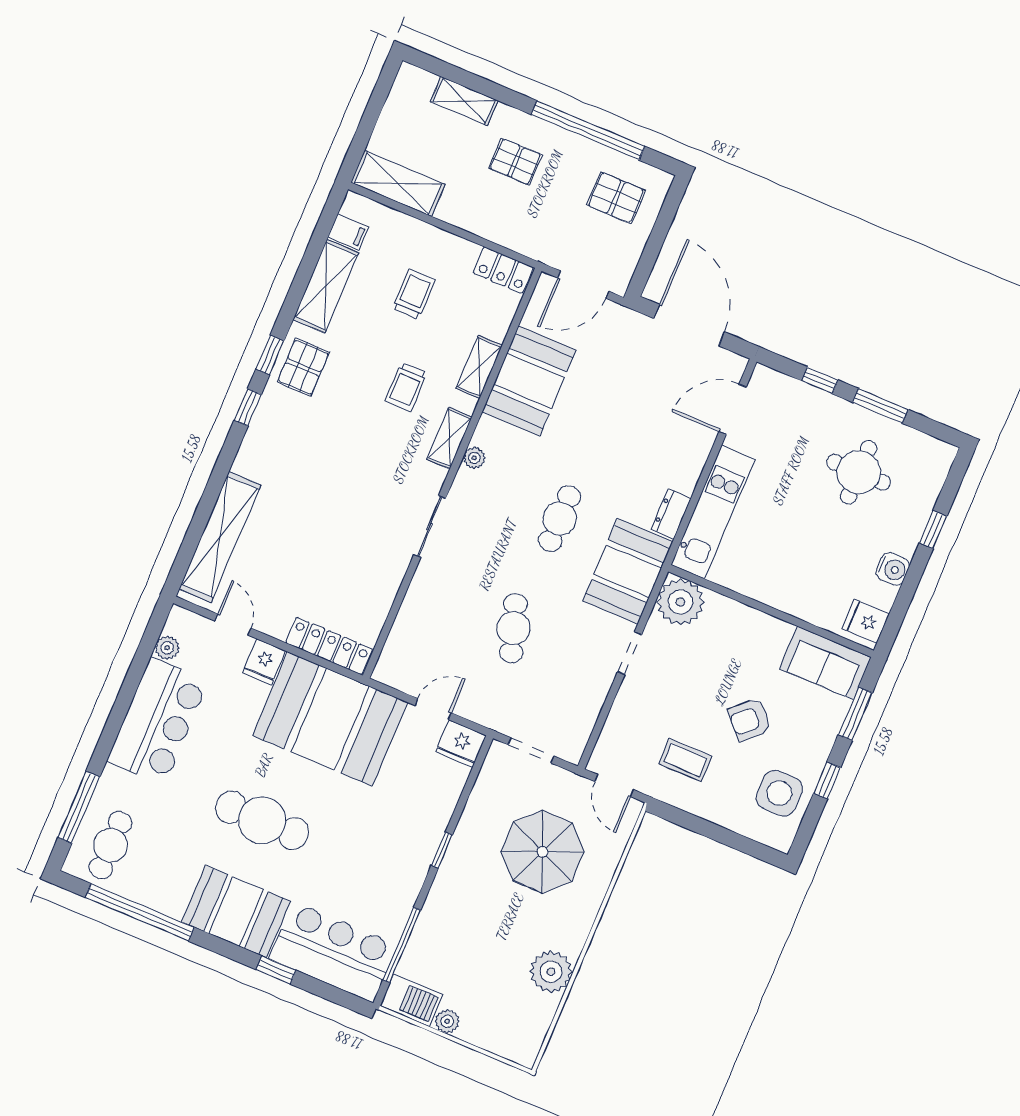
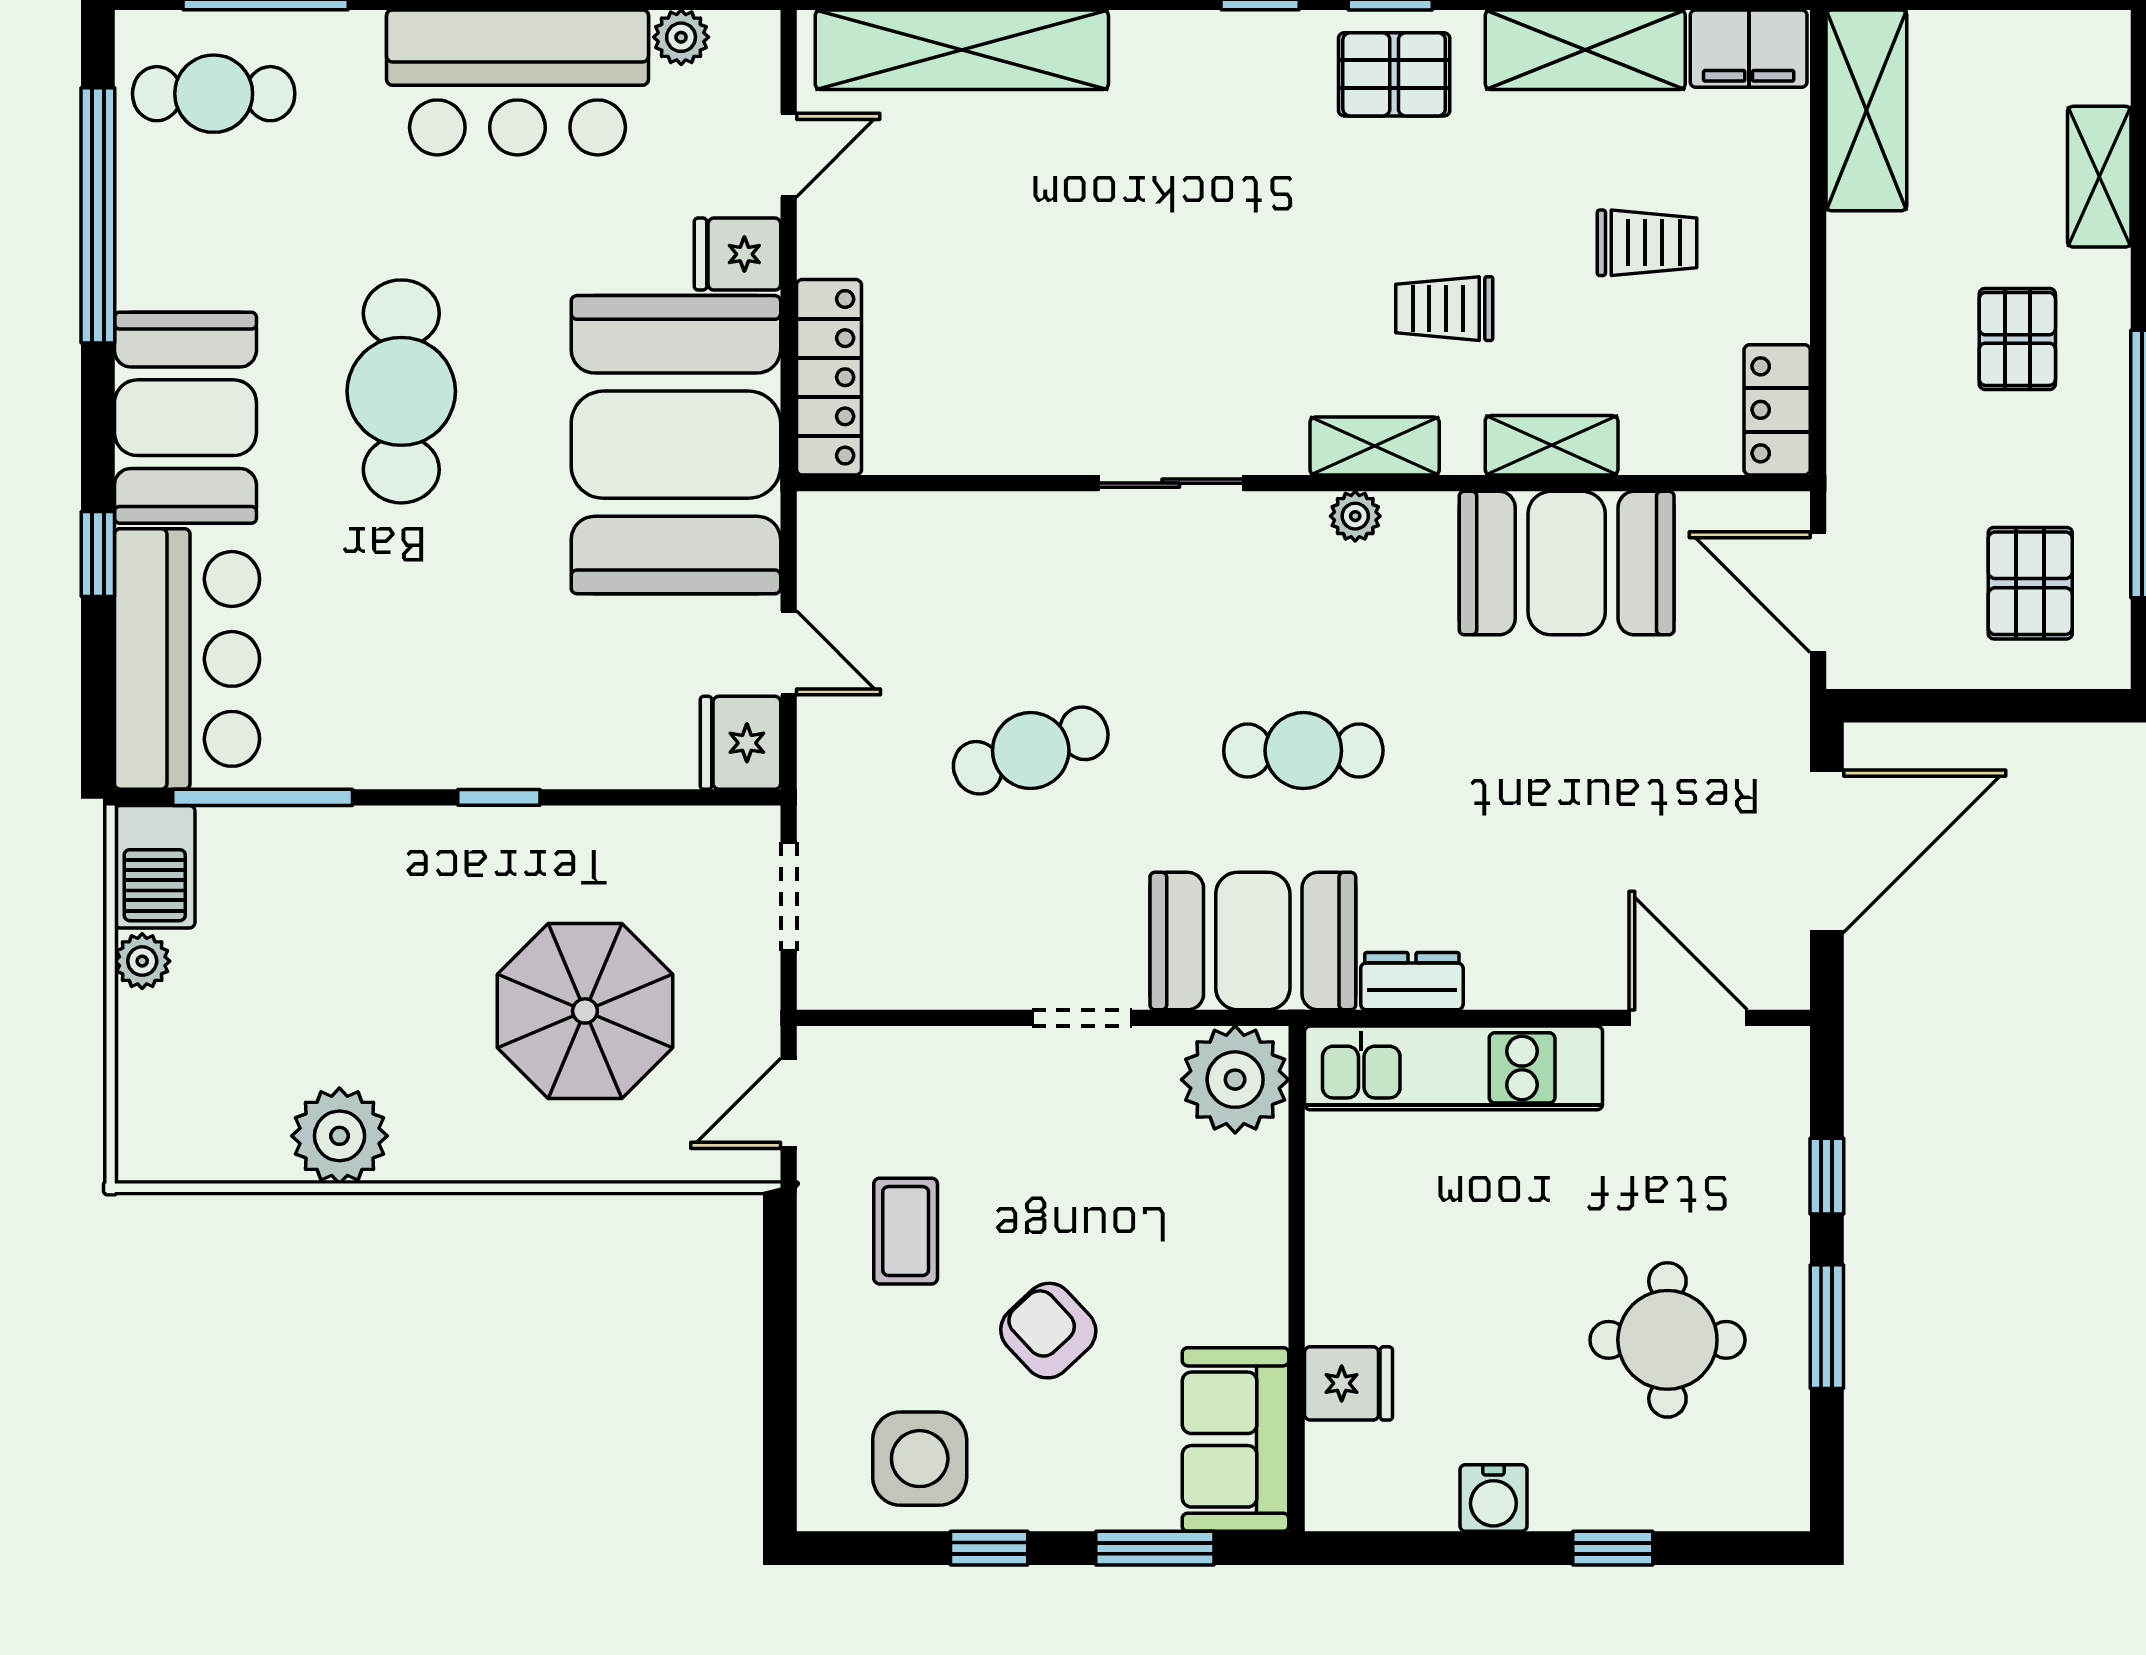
filing cabinet: (348, 232) -> (1749, 49), width x2.00
fridge: (866, 621) -> (1349, 1383), moved, turned 90

